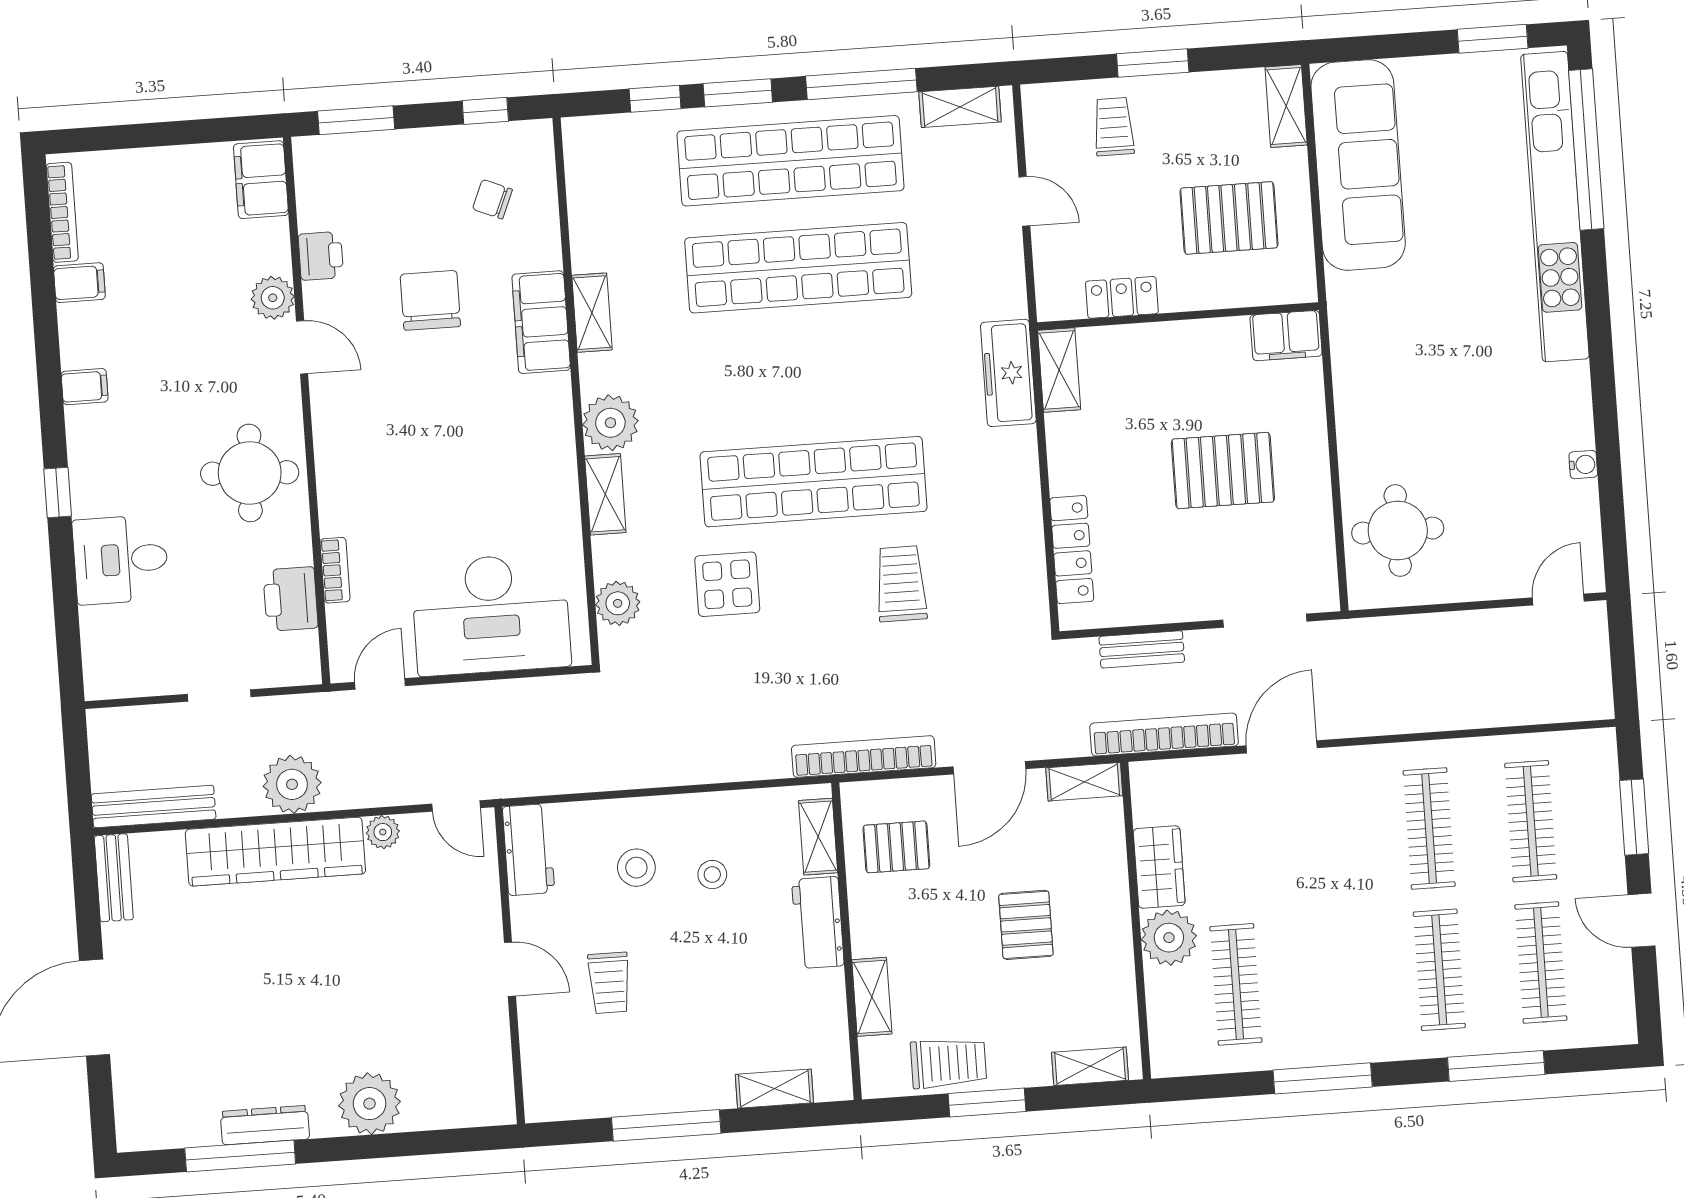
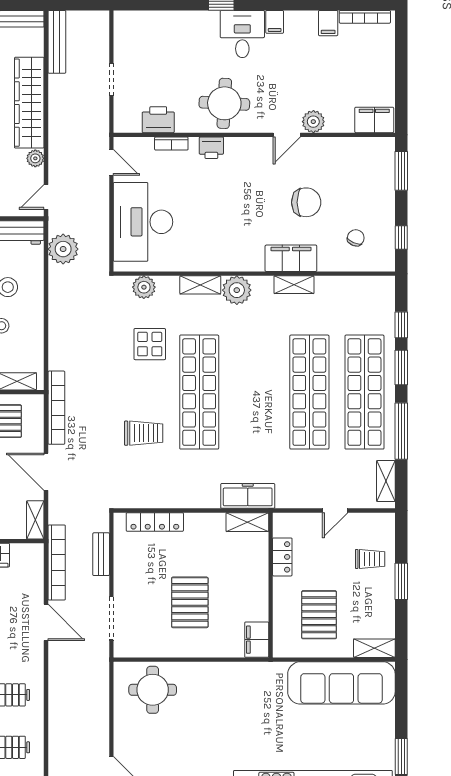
printer: (321, 256) -> (211, 148), moved
desk: (121, 560) -> (242, 34), moved
plant: (292, 784) -> (63, 249), moved

